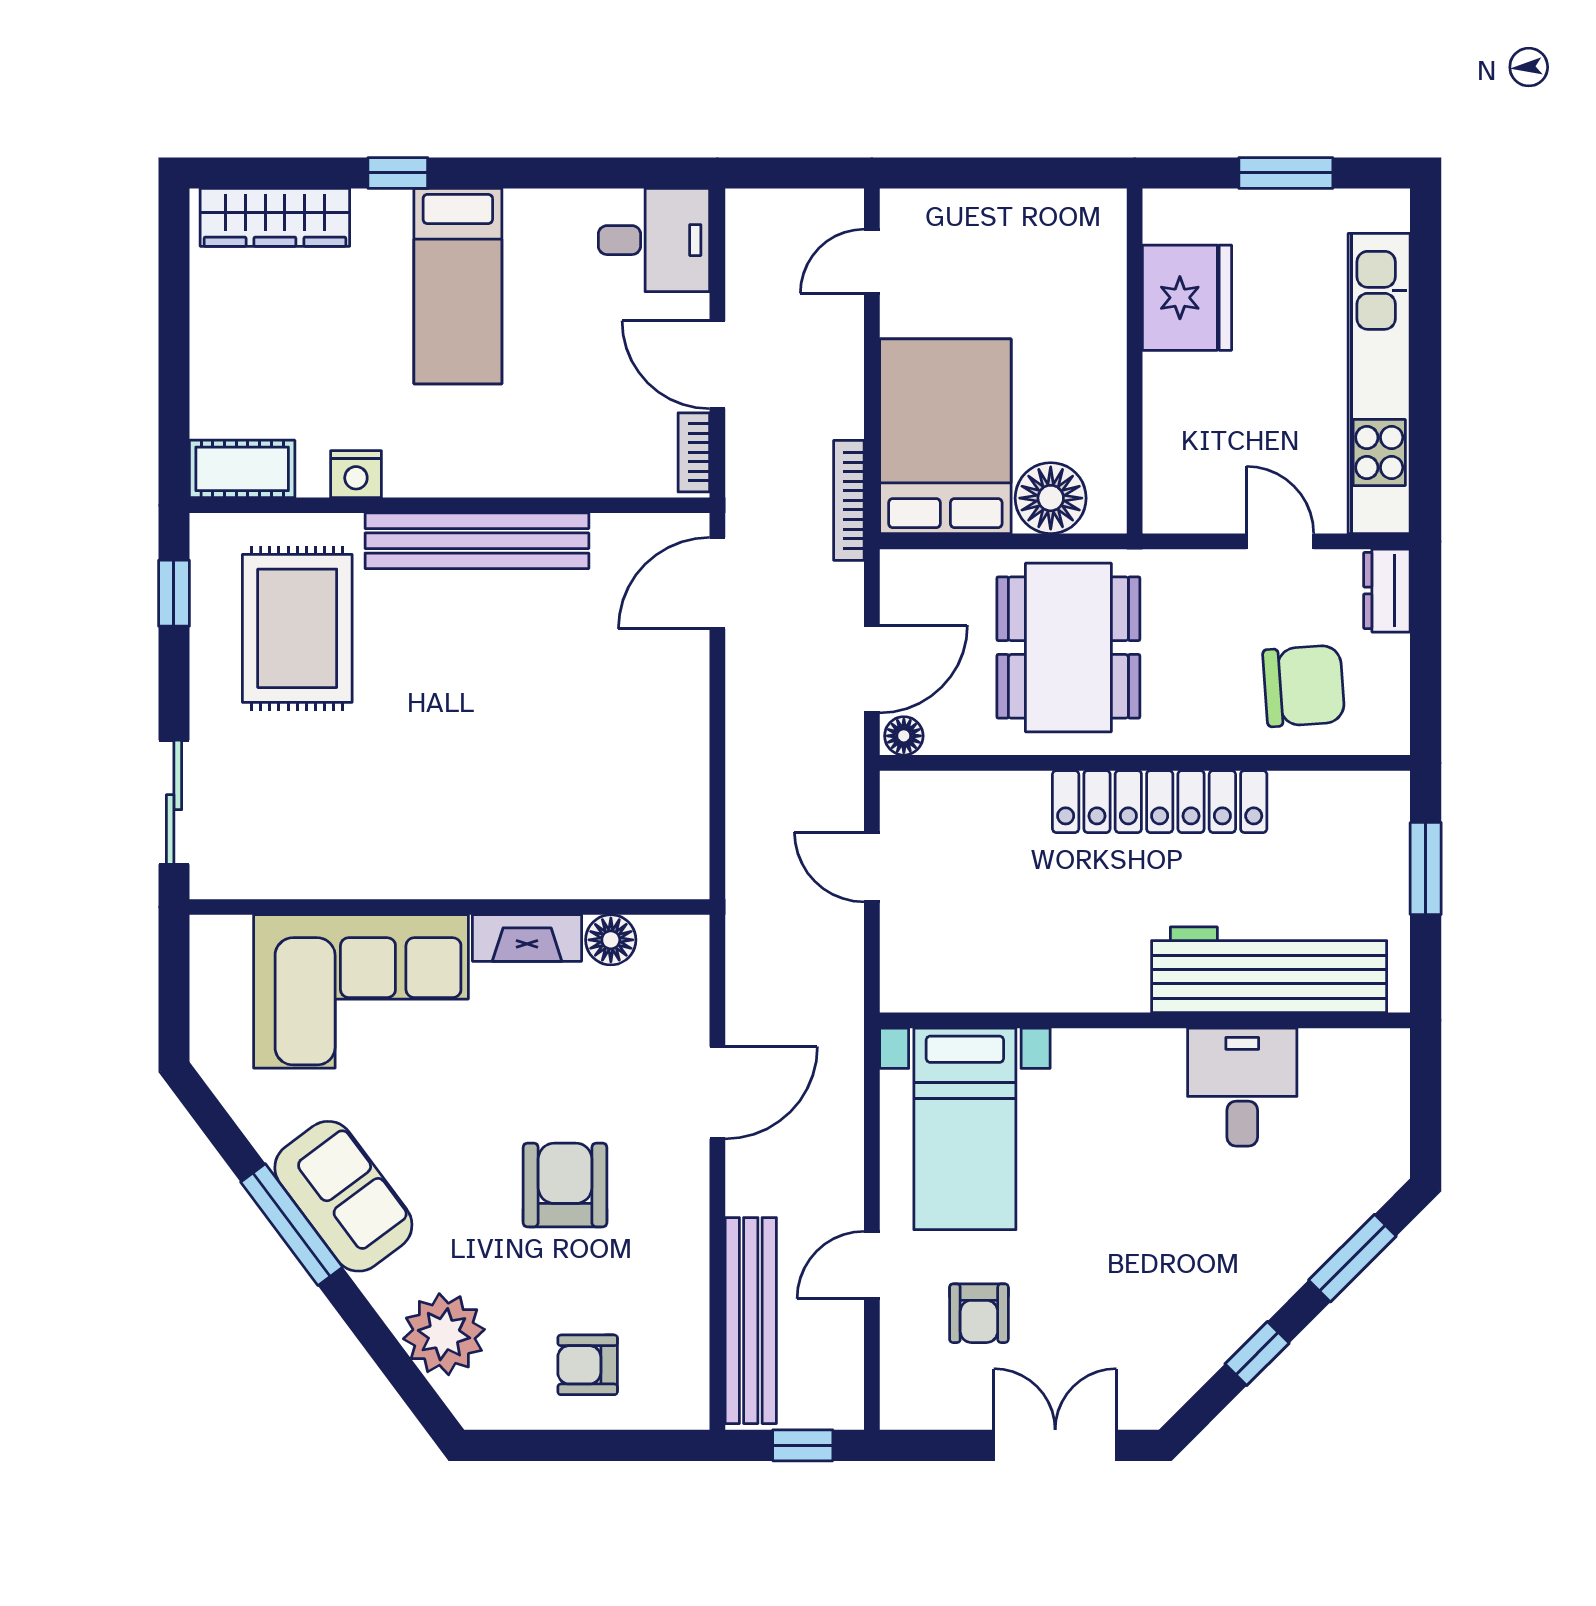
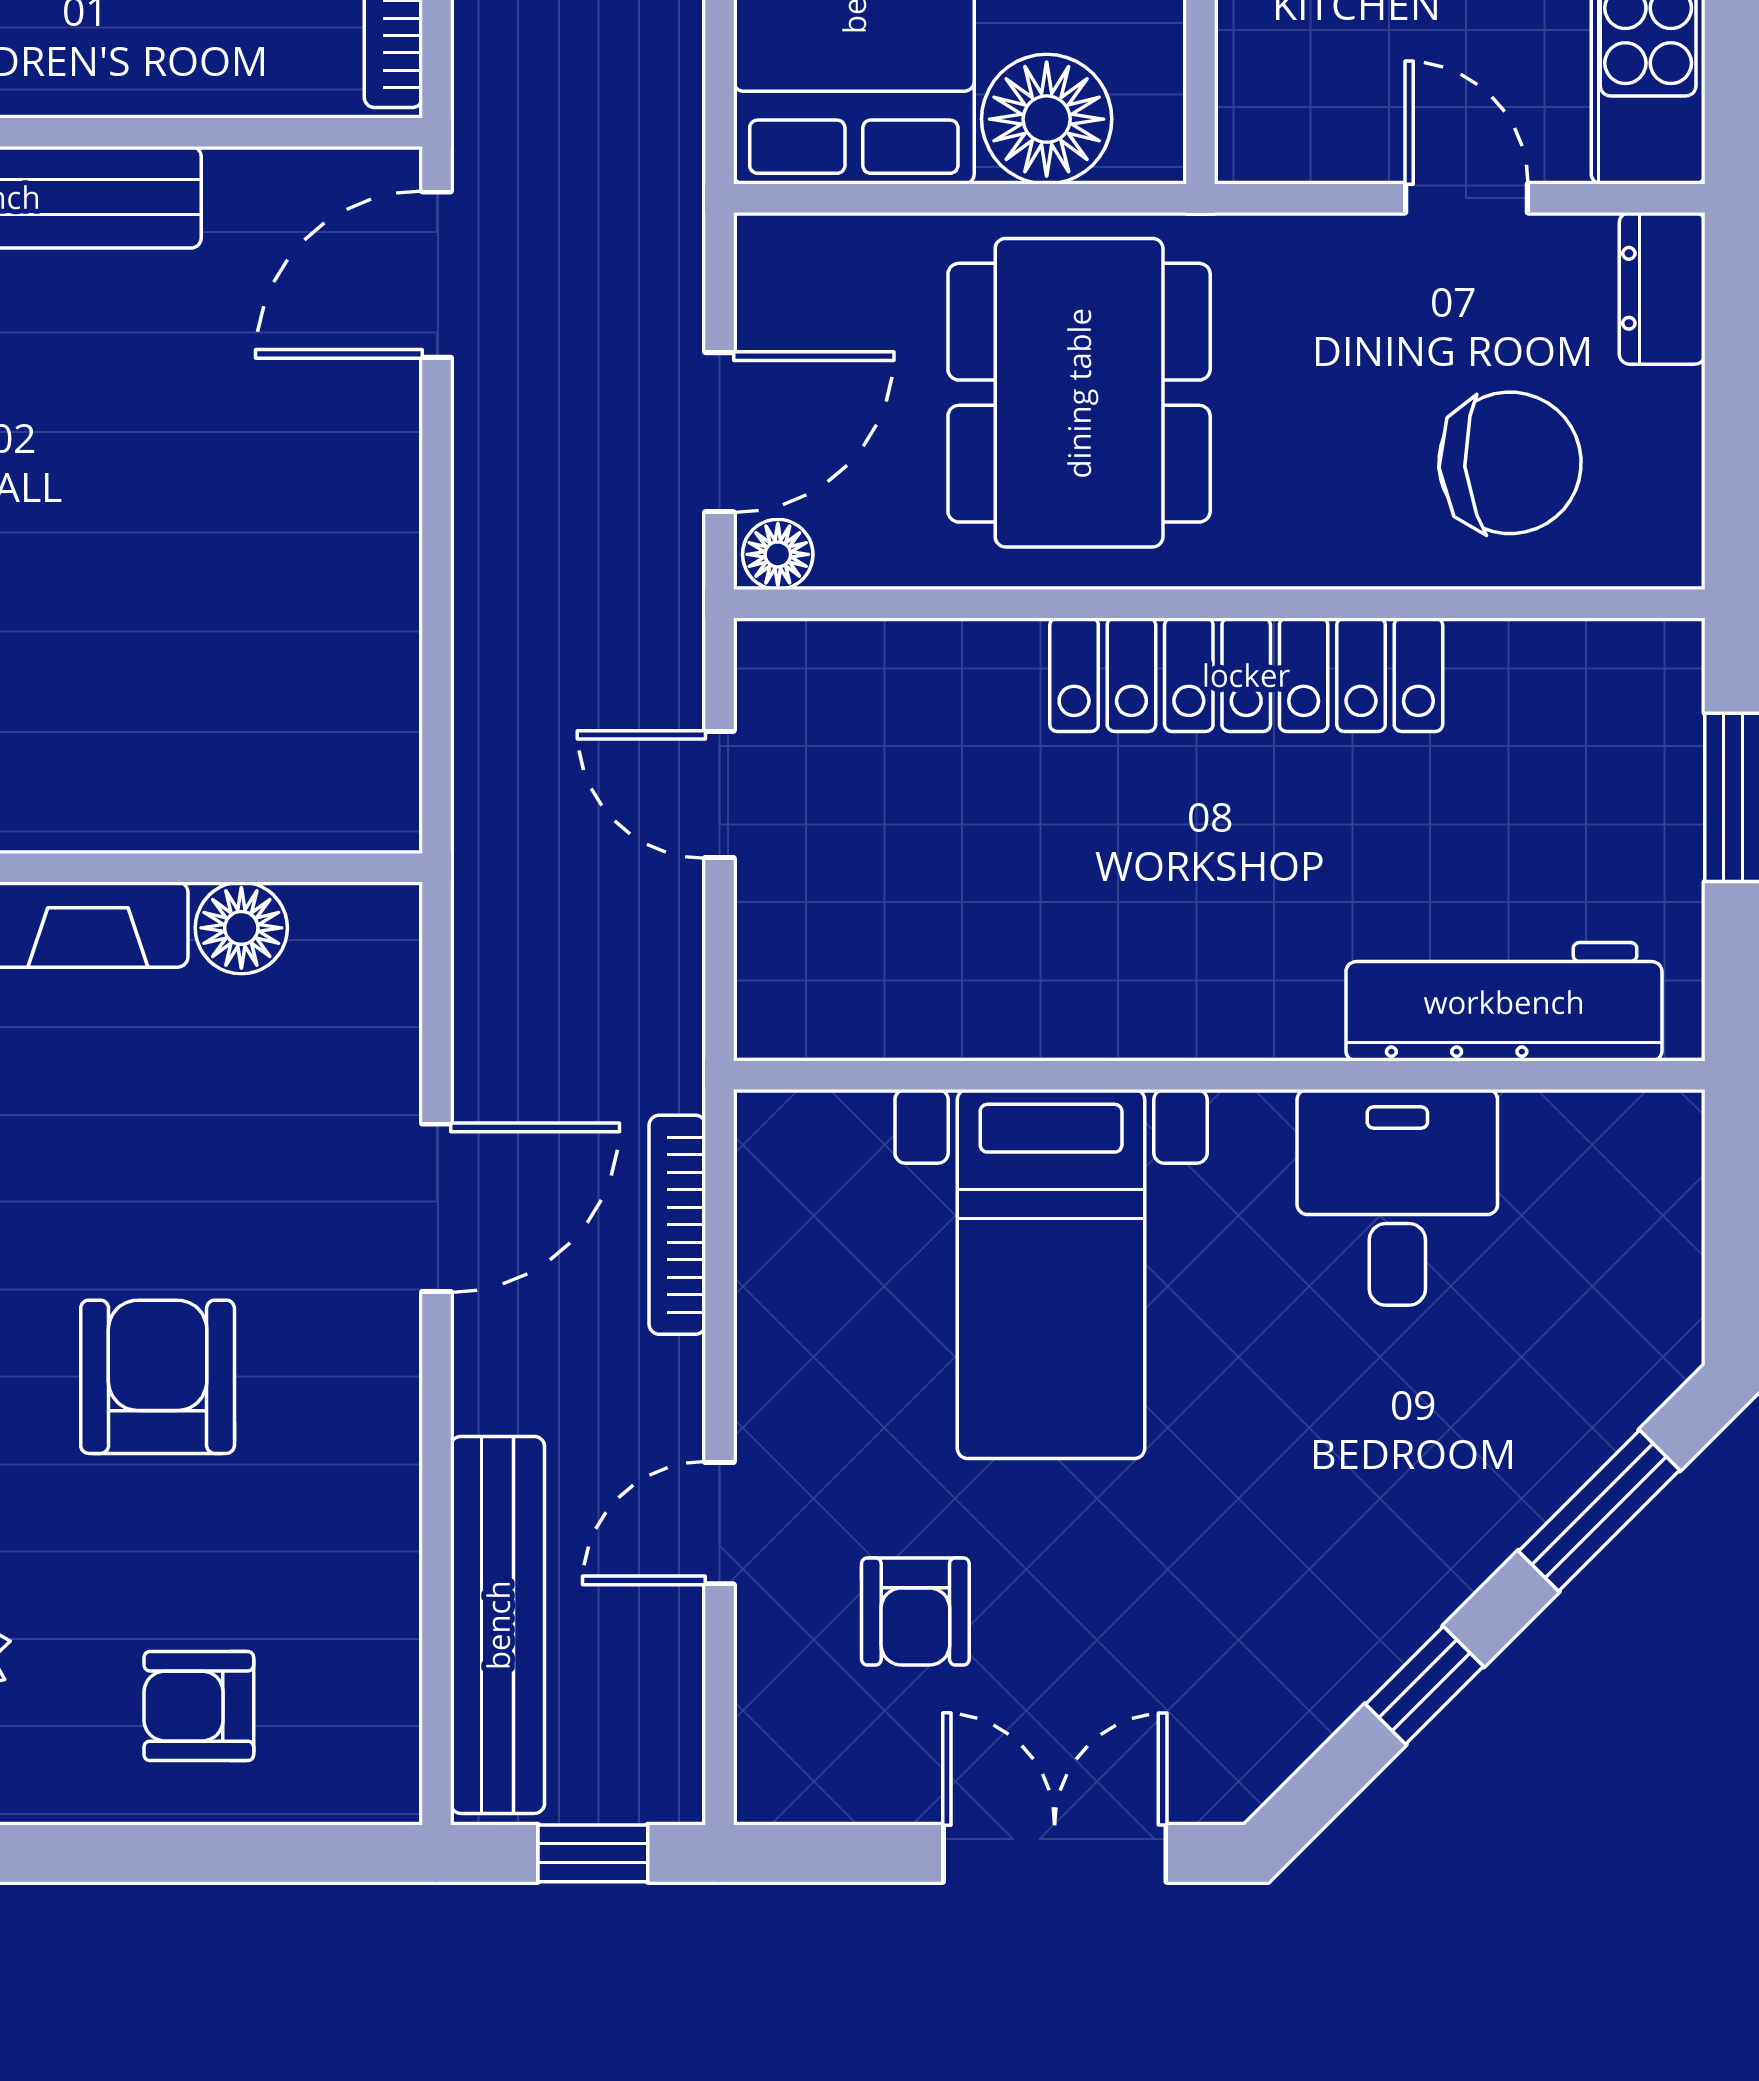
bookcase: (849, 500) -> (677, 1225), moved
workbench: (1269, 970) -> (1504, 1002), width x0.73, depth x0.76
bed with nightstands: (965, 1129) -> (1051, 1274), moved

